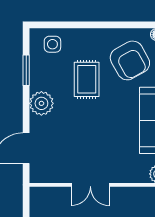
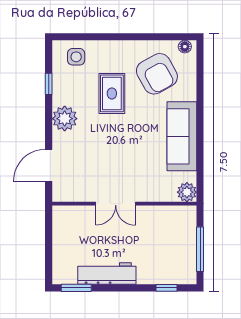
window: (26, 70) -> (49, 84), width x0.67

